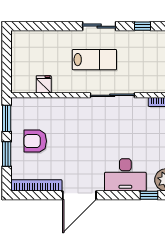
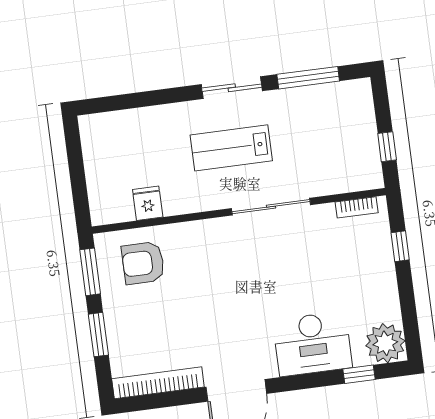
window: (142, 26) -> (308, 78), width x2.17
lab bench: (94, 60) -> (231, 148), turned 180
armchair: (35, 141) -> (143, 263), moved

